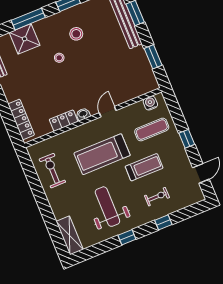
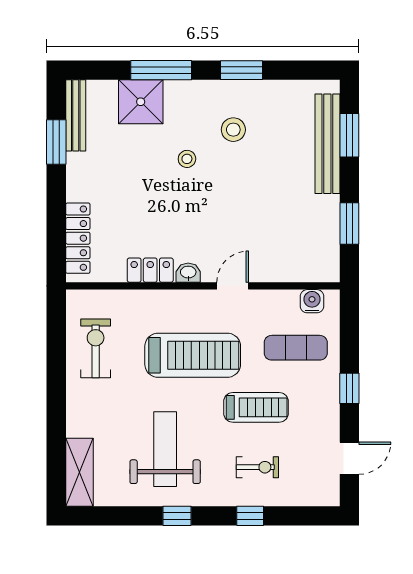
treadmill: (102, 154) -> (193, 355), turned 180

